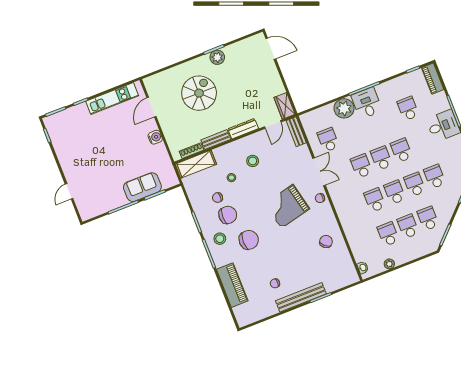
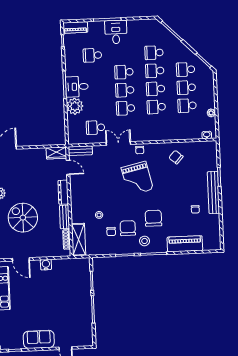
stool: (253, 161) -> (92, 194), removed
sofa: (142, 187) -> (39, 339), moved, turned 90

